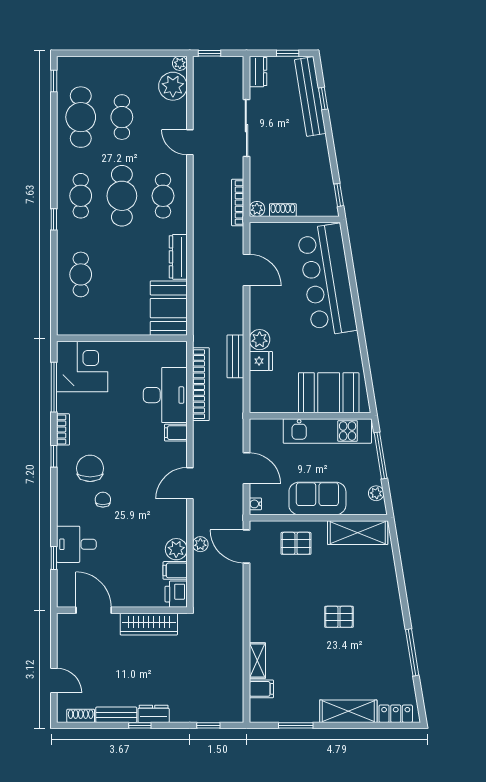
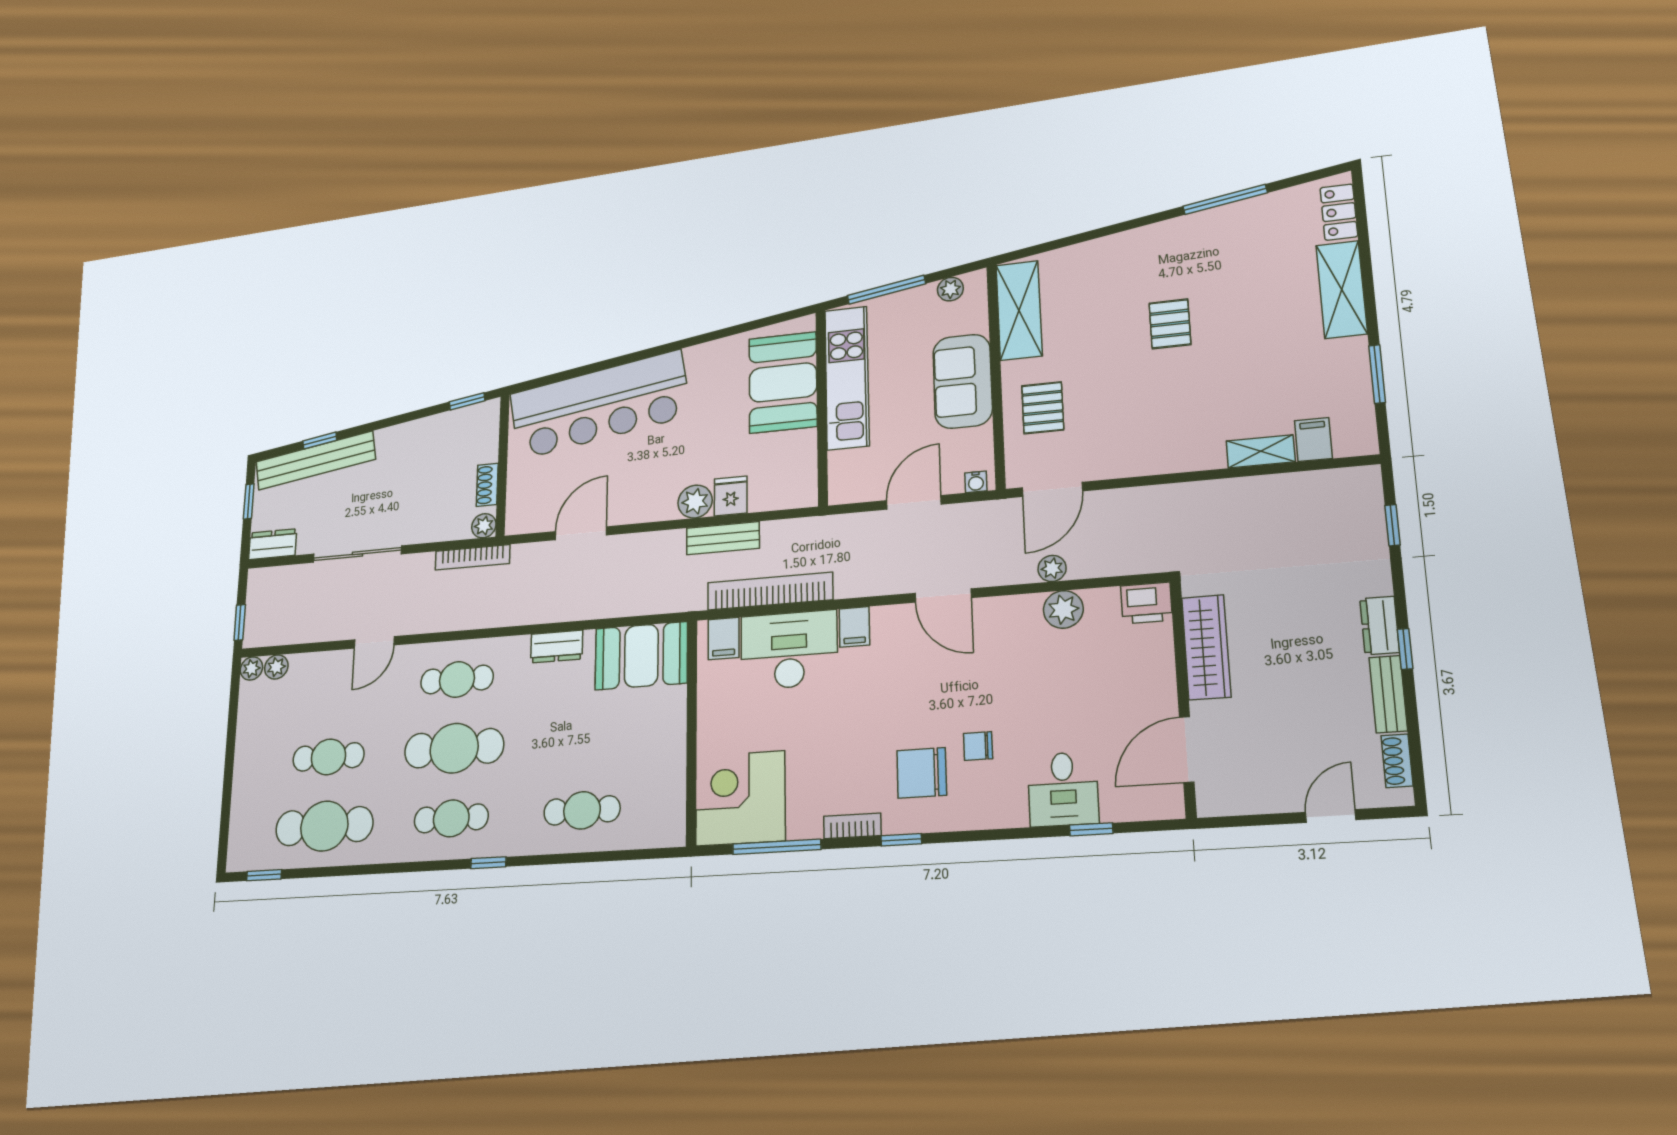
plant: (173, 86) -> (276, 667), width x0.53, depth x0.53
dresser: (178, 257) -> (557, 647), width x0.70
filing cabinet: (175, 570) -> (724, 638), moved

